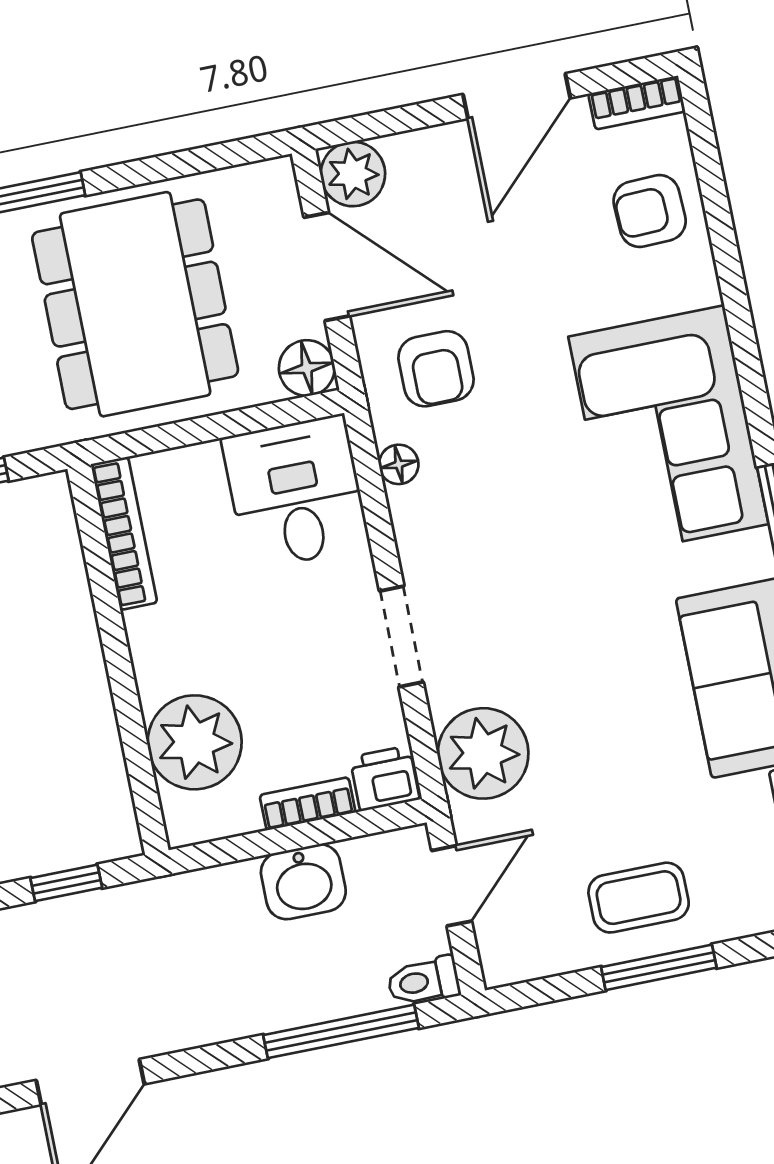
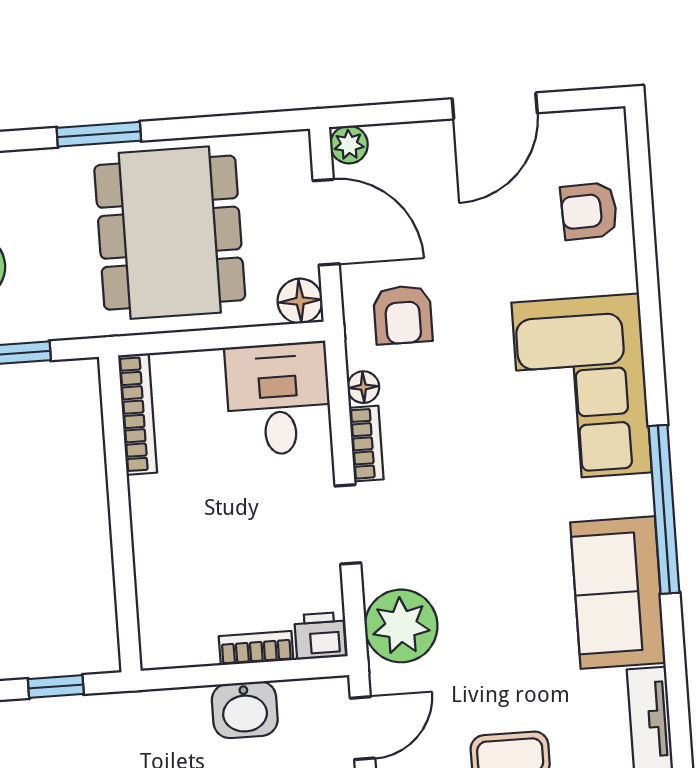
bookcase: (637, 103) -> (366, 444), moved, turned -90
plant: (353, 174) -> (349, 145), width x0.73, depth x0.73
plant: (195, 742) -> (172, 588), removed

